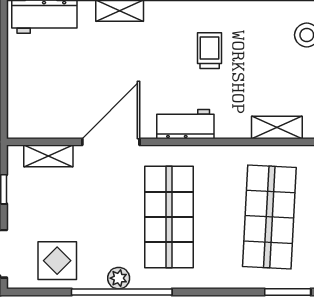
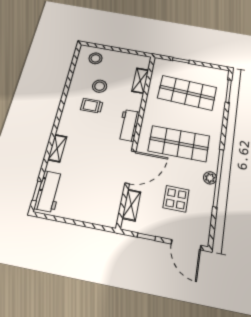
stool: (251, 56) -> (100, 86), added
door: (111, 142) -> (130, 167), swing flipped
display table: (57, 261) -> (176, 199), moved

